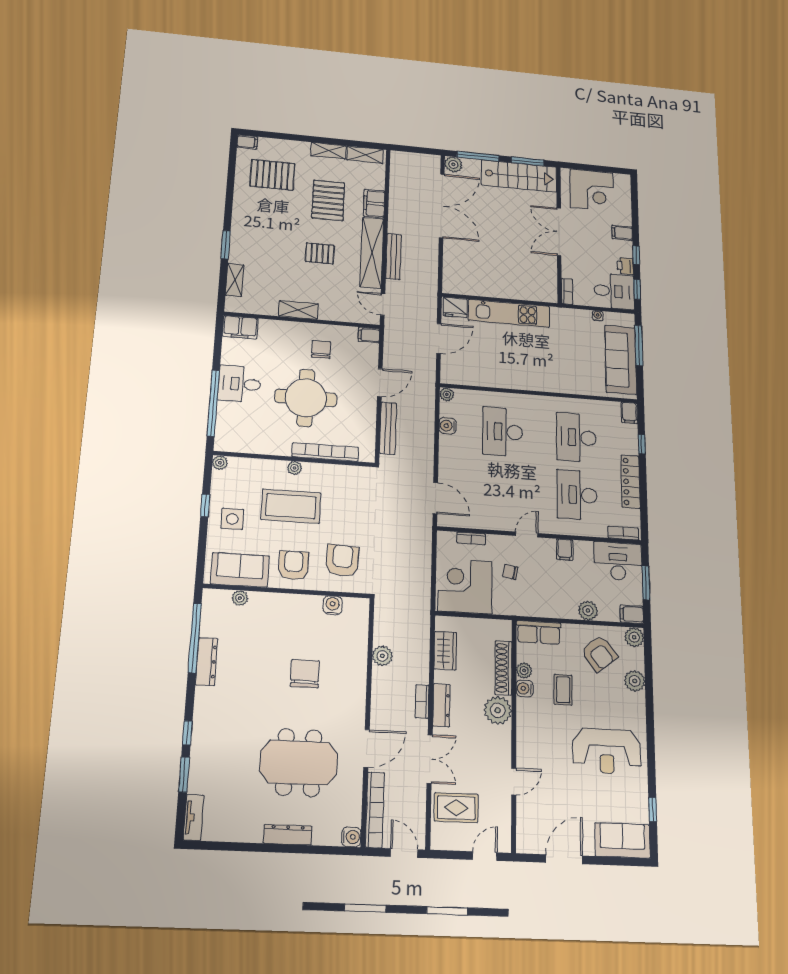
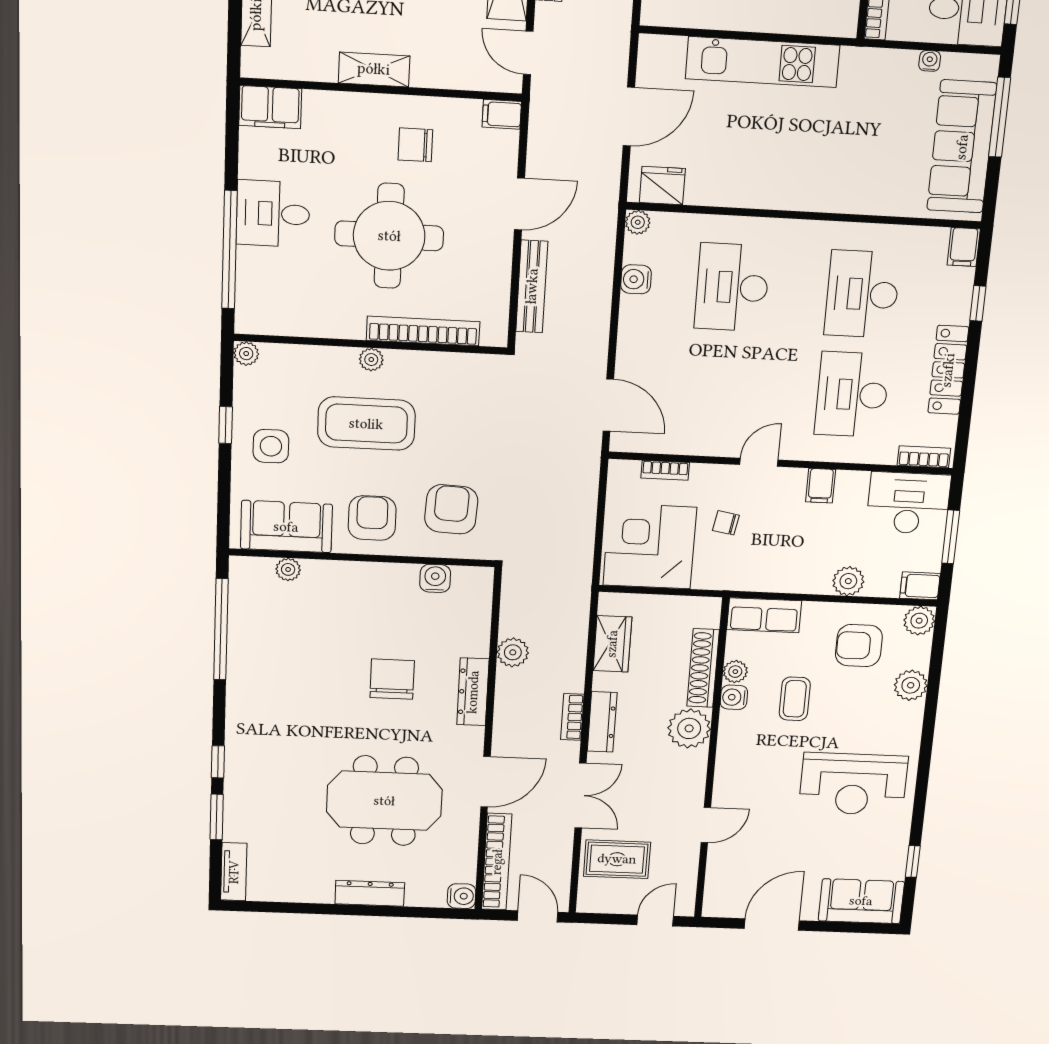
fridge: (455, 307) -> (662, 186), moved, turned 180
chair: (321, 349) -> (415, 145), turned -90
armchair: (599, 653) -> (859, 646), turned 127
dresser: (206, 662) -> (473, 692), moved, turned 180

